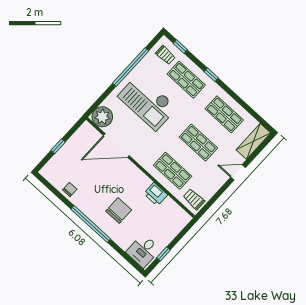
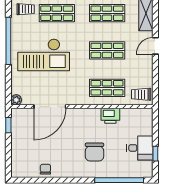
plant: (102, 117) -> (16, 100), width x0.53, depth x0.53
window: (58, 146) -> (8, 125), moved
chair: (119, 211) -> (94, 152), turned 180
window: (91, 224) -> (119, 180), moved
desk: (143, 251) -> (140, 148), moved, turned -90

